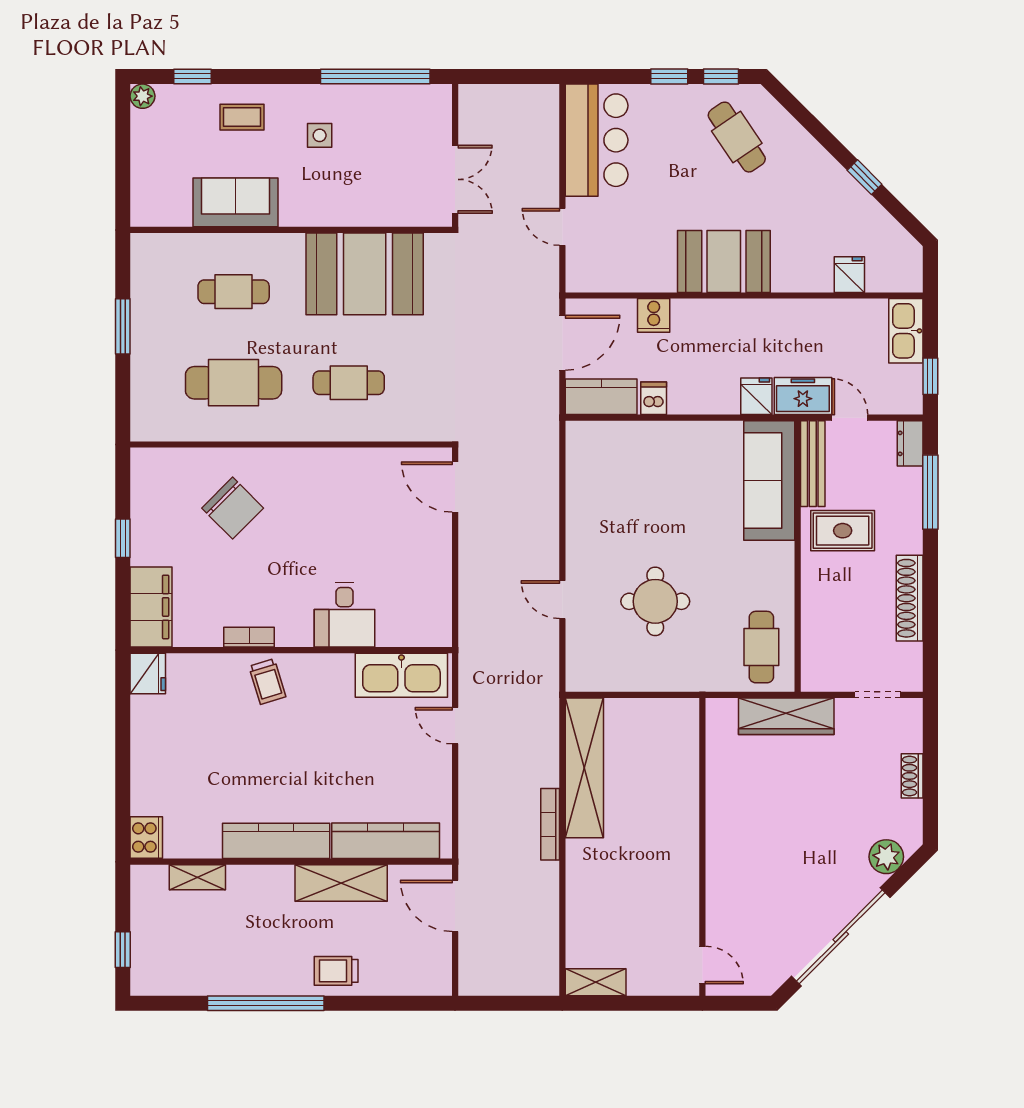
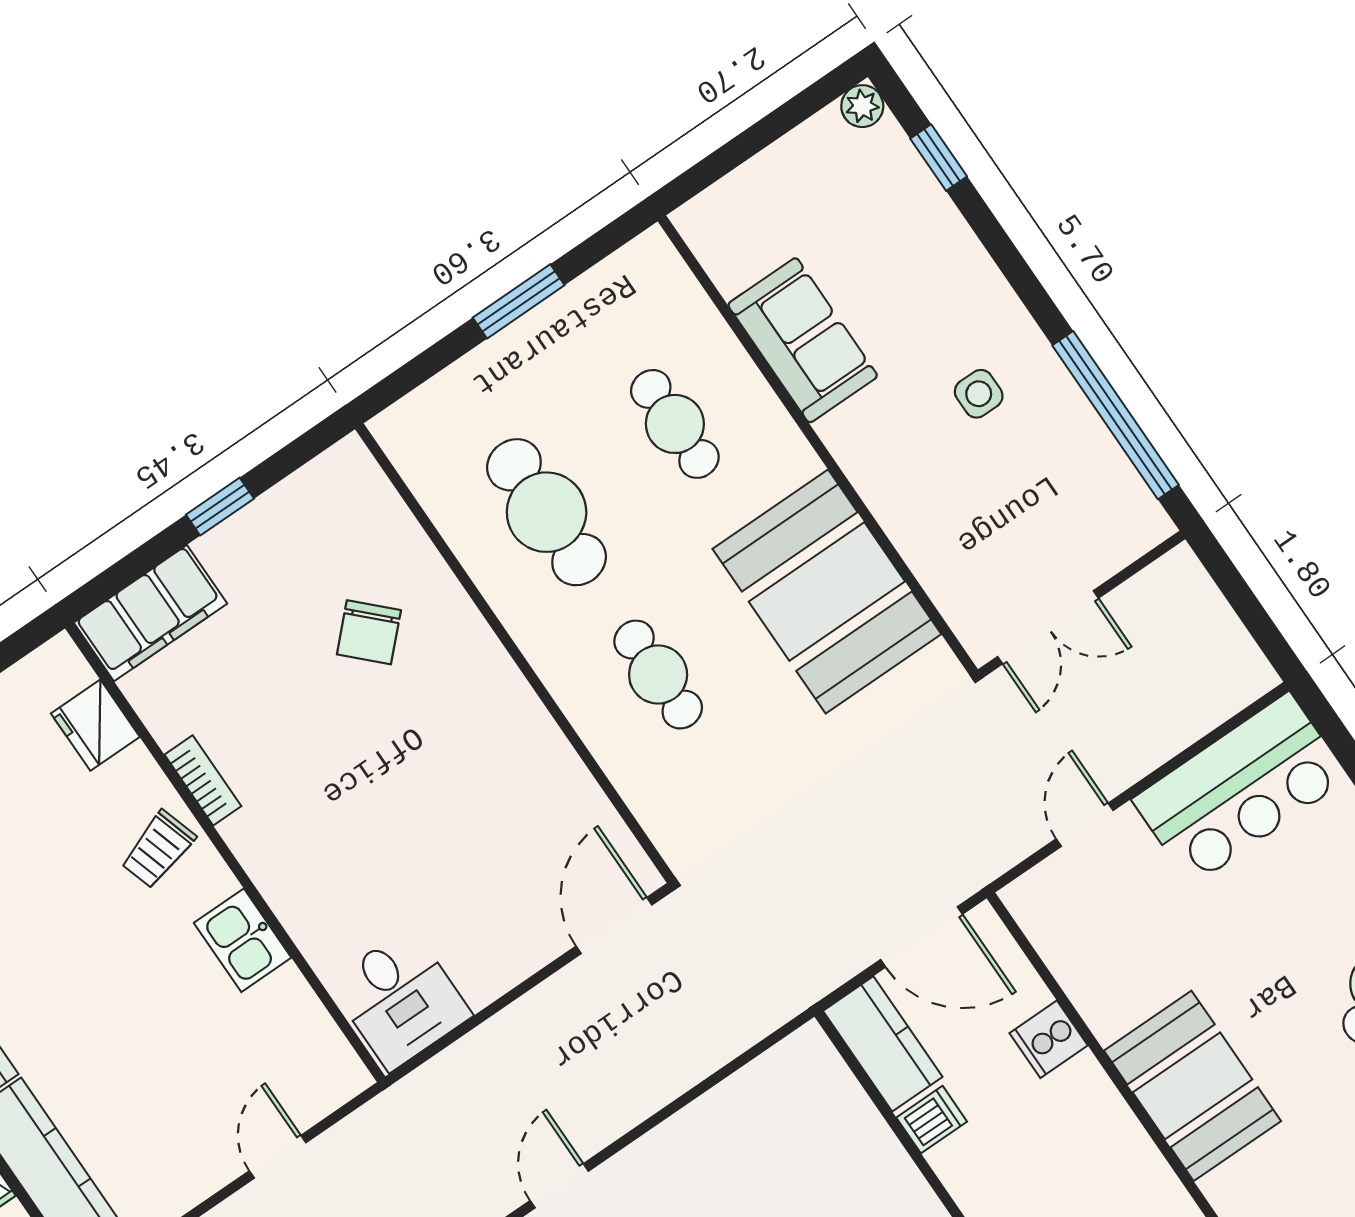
coffee table: (242, 117) -> (929, 267), removed
chair: (233, 508) -> (369, 632), width x0.73, depth x0.73
desk: (344, 615) -> (400, 999), moved, turned -90
fridge: (148, 673) -> (95, 725), moved, turned 90
kitchen sink: (401, 675) -> (243, 940), moved, width x0.53, depth x0.81

